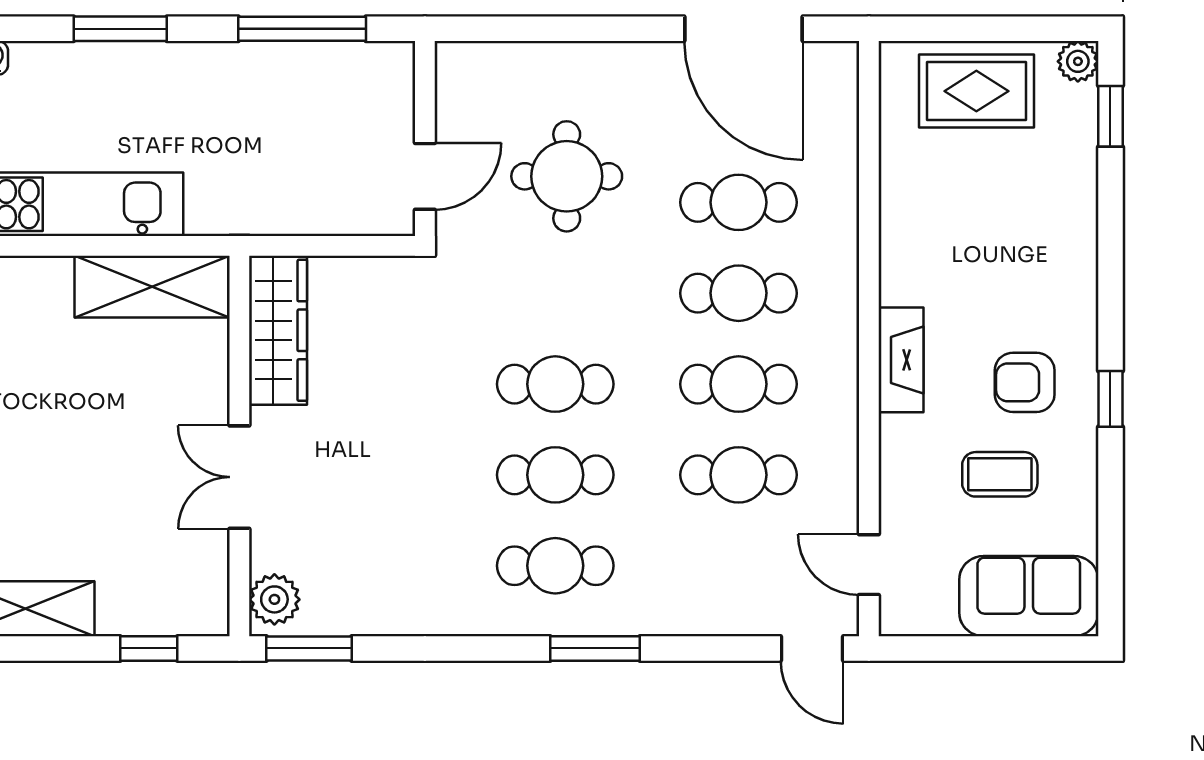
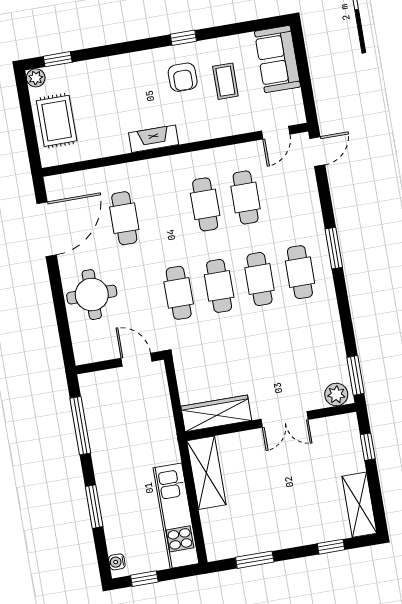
round table: (567, 176) -> (92, 295), moved
cafe table: (739, 293) -> (179, 293), moved
fireplace: (901, 360) -> (154, 139), moved

